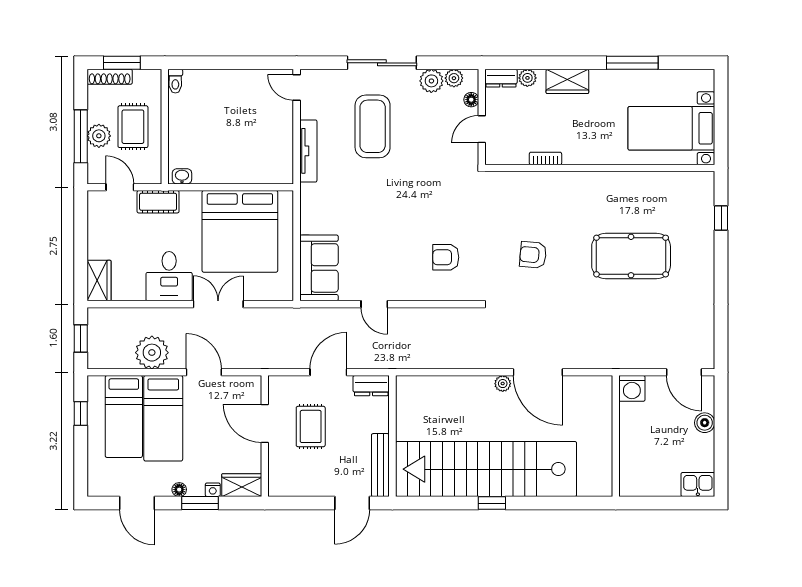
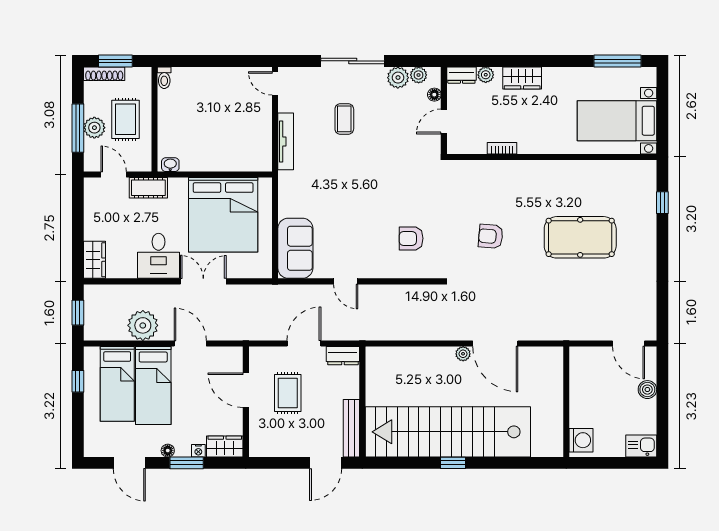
window: (632, 63) -> (617, 61), moved
coffee table: (373, 126) -> (344, 119), width x0.54, depth x0.58
washing machine: (632, 388) -> (581, 440), moved, turned -90

